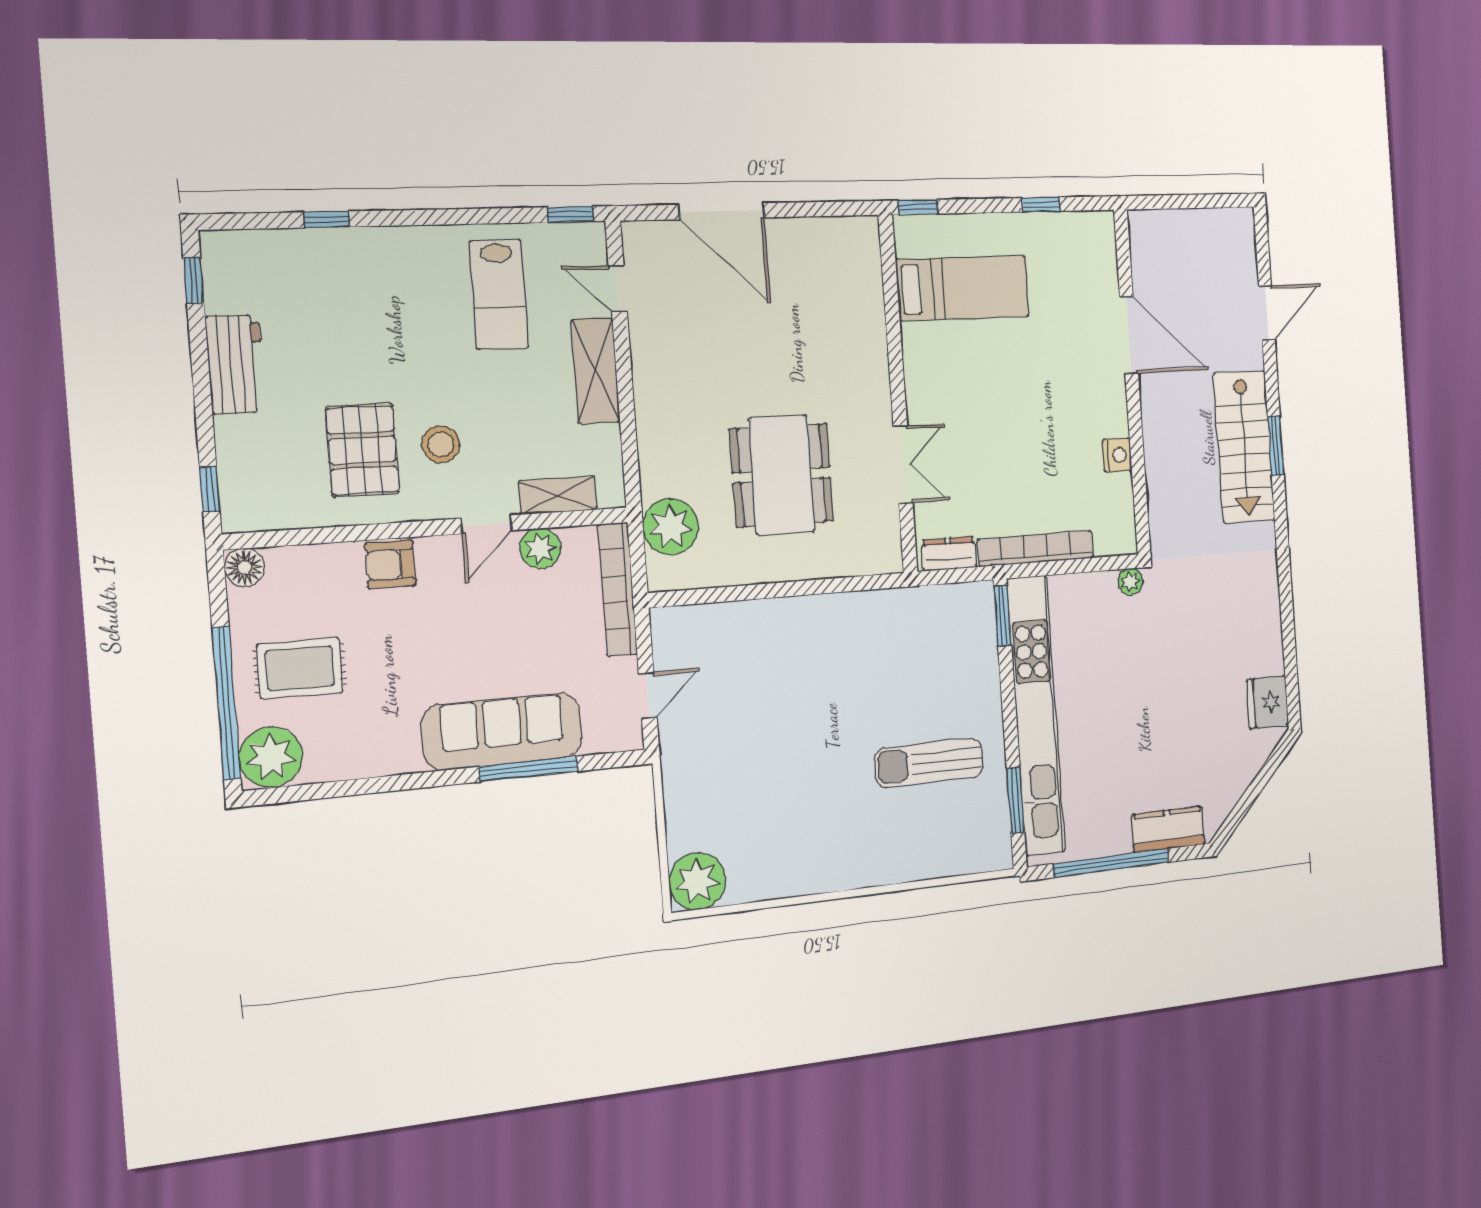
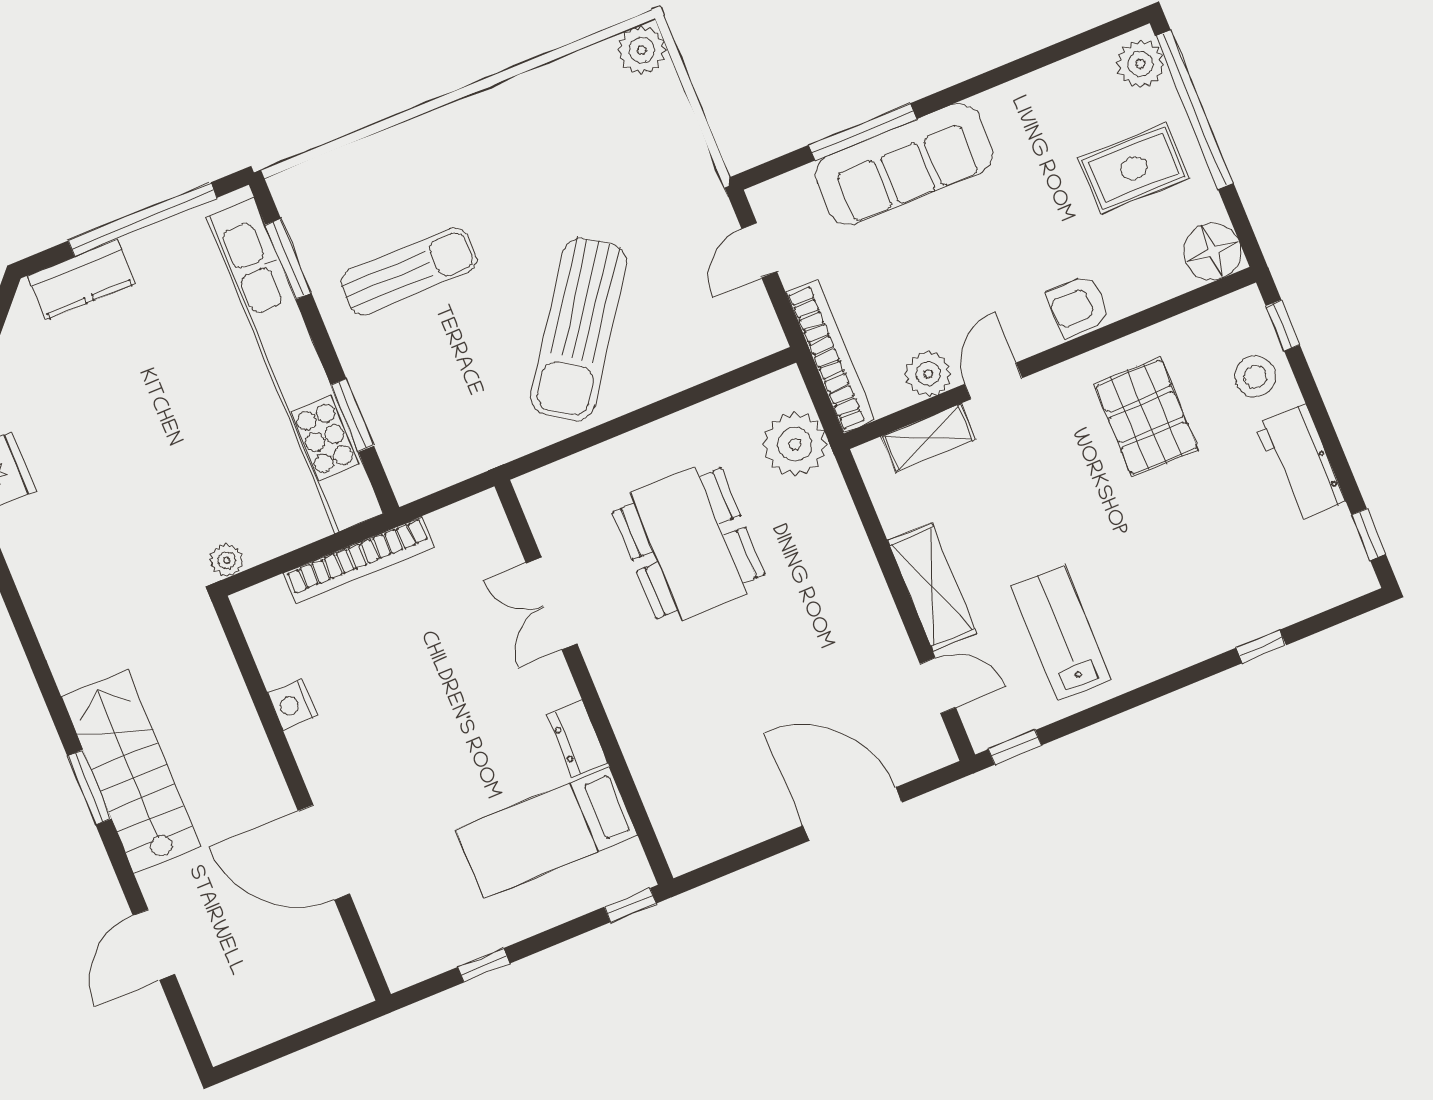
stool: (441, 444) -> (1255, 377), moved
dresser: (949, 554) -> (578, 739), moved, turned 90
armchair: (390, 565) -> (1079, 306), turned 180
floor lamp: (244, 567) -> (1212, 251), width x1.38, depth x1.38
window: (1003, 616) -> (352, 415), moved
sun lounger: (813, 676) -> (579, 329), added
plant: (271, 757) -> (1140, 64), width x0.73, depth x0.73
plant: (697, 881) -> (642, 50), width x0.73, depth x0.73

